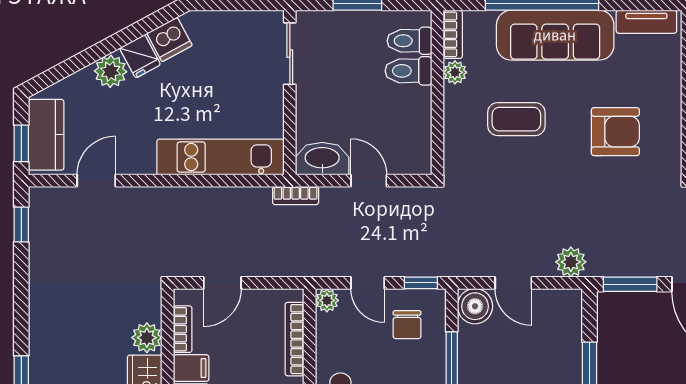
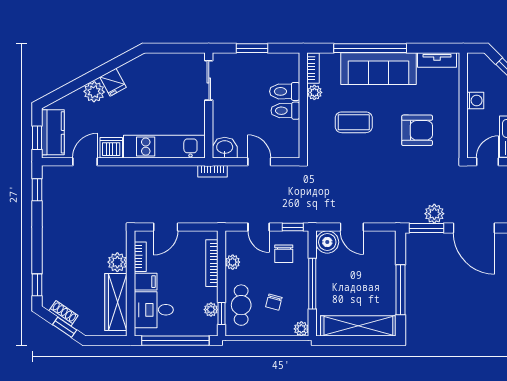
dishwasher: (170, 39) -> (111, 148), moved, turned -152
toilet: (409, 41) -> (285, 111), moved
washbasin: (322, 159) -> (225, 148), width x0.72
plant: (571, 262) -> (434, 214), moved
plant: (327, 300) -> (233, 262), moved

